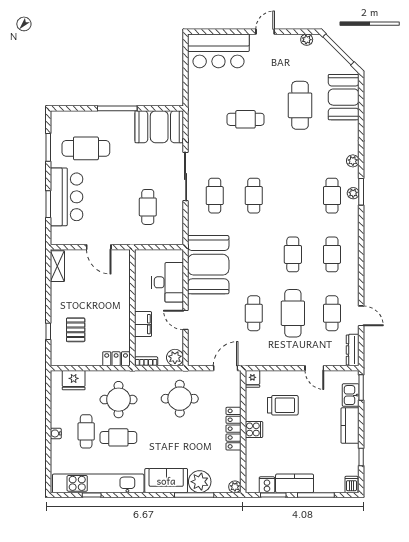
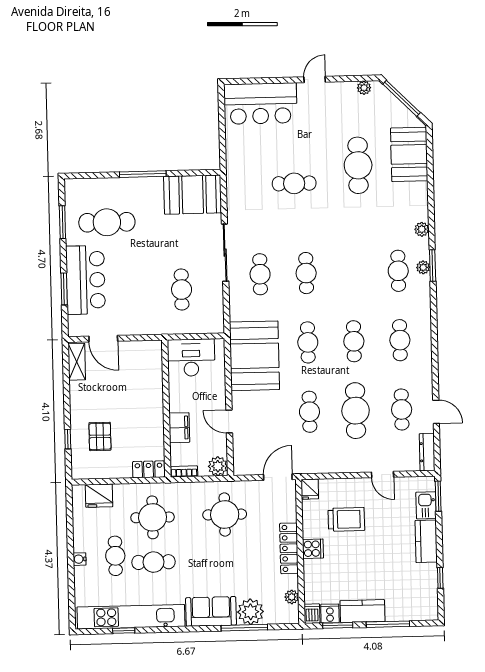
door: (99, 247) -> (103, 339), moved
cafe table: (254, 254) -> (308, 342), added
desk: (168, 282) -> (191, 358), moved, turned -90
dishwasher: (351, 484) -> (312, 614), moved
plant: (235, 487) -> (292, 597), moved

